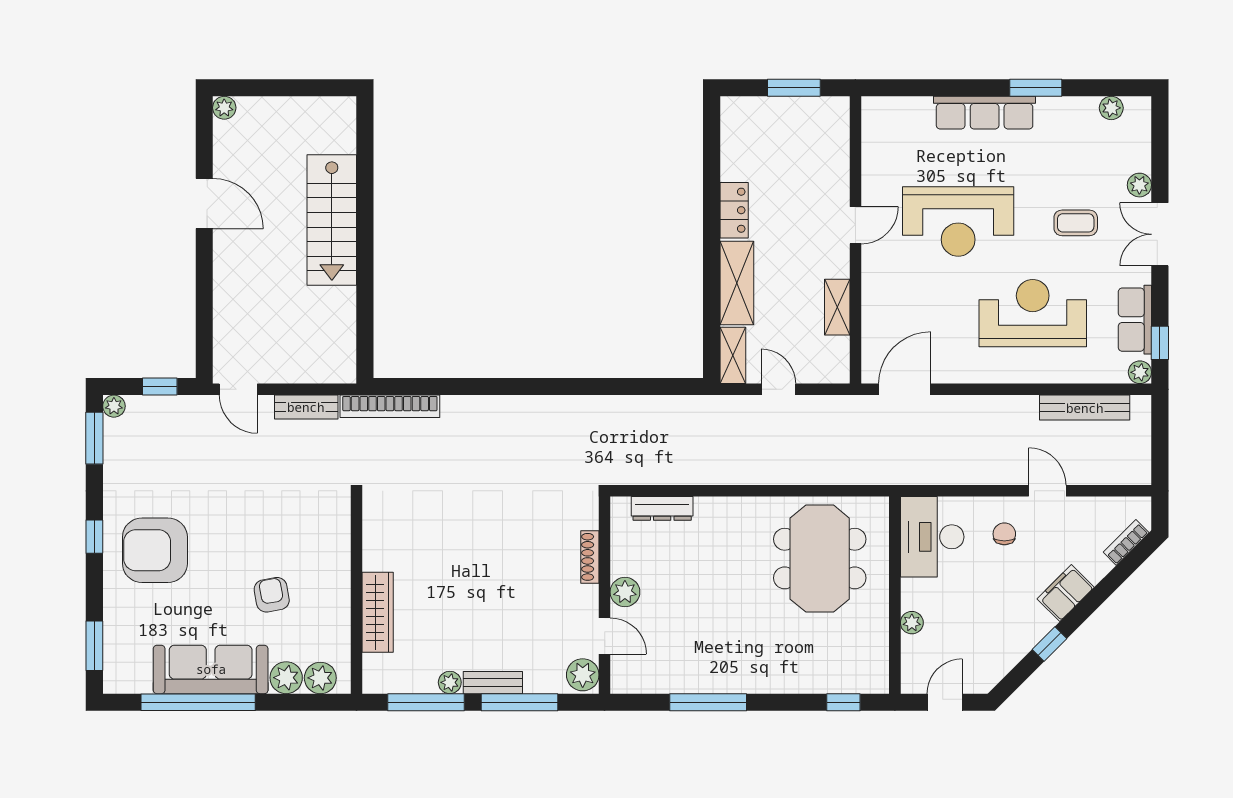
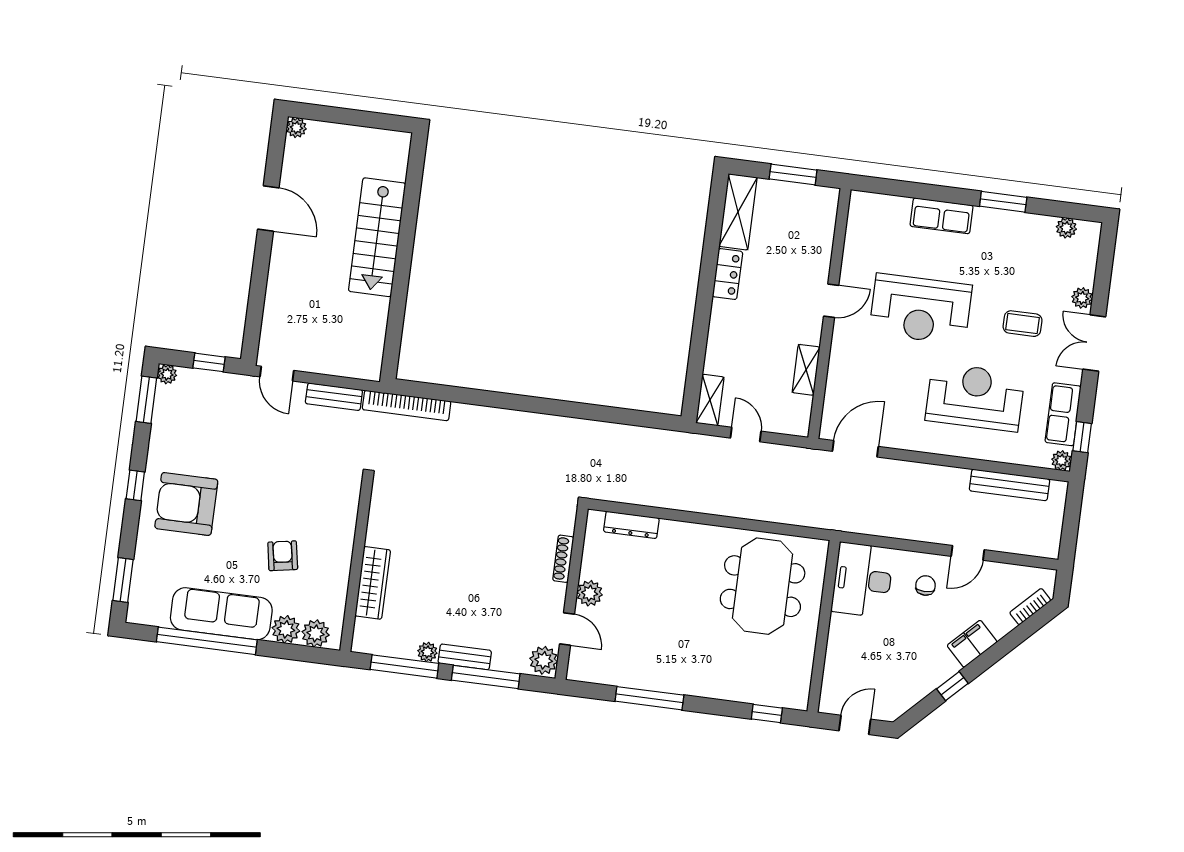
row of seats: (985, 113) -> (942, 216), width x0.68
shelving: (737, 283) -> (738, 212), moved
door: (1047, 491) -> (968, 553), swing flipped
plant: (912, 623) -> (835, 652), removed

